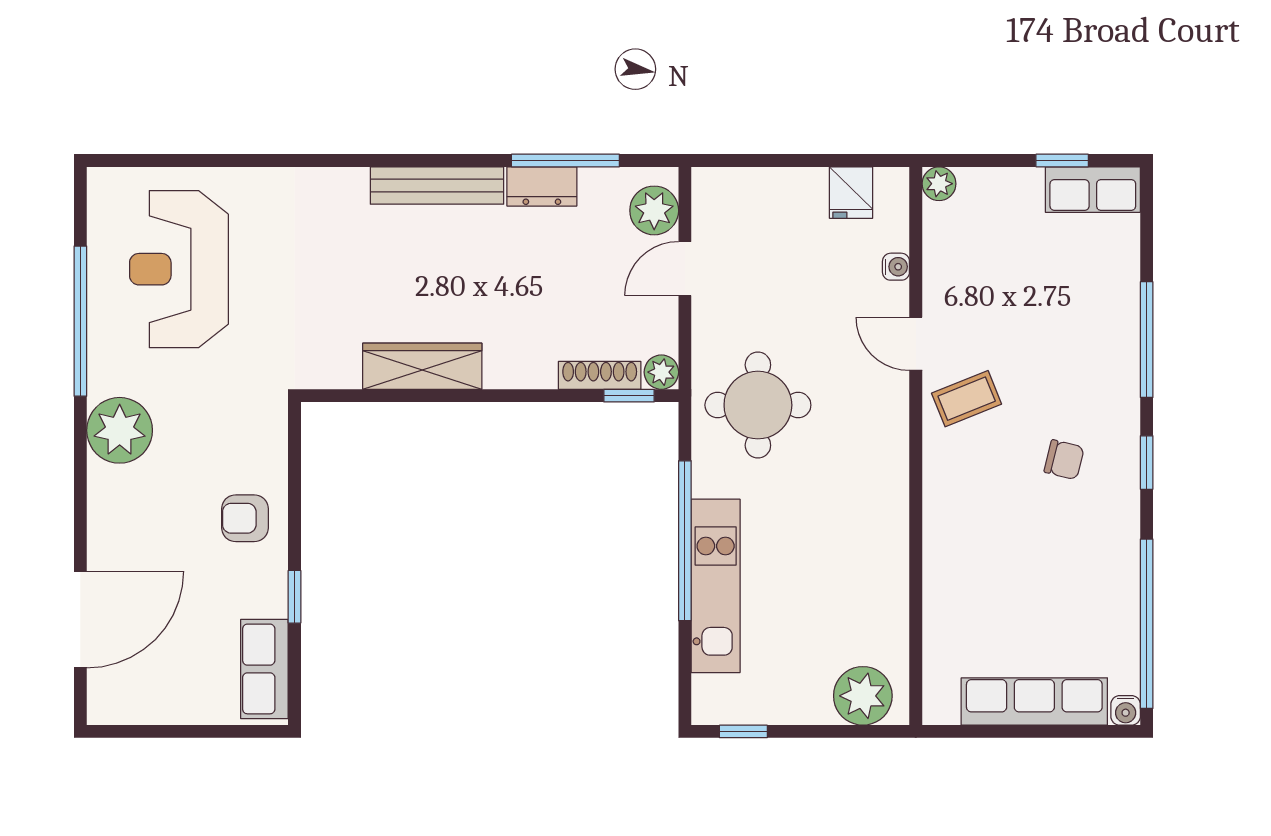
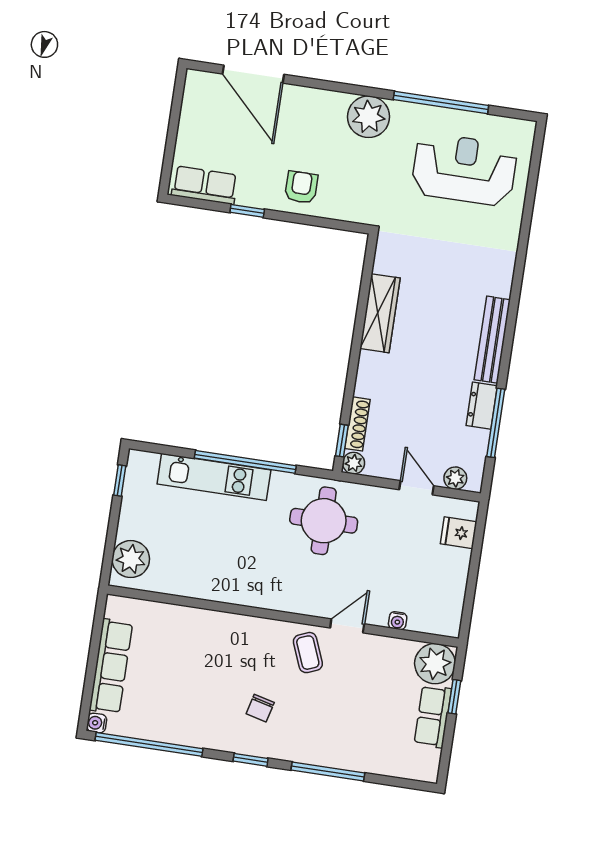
window: (1062, 161) -> (454, 697), moved
plant: (939, 184) -> (435, 664), width x1.87, depth x1.87
row of seats: (1093, 190) -> (433, 716), moved
fridge: (851, 193) -> (459, 533), moved
plant: (654, 210) -> (455, 478), width x0.73, depth x0.73

